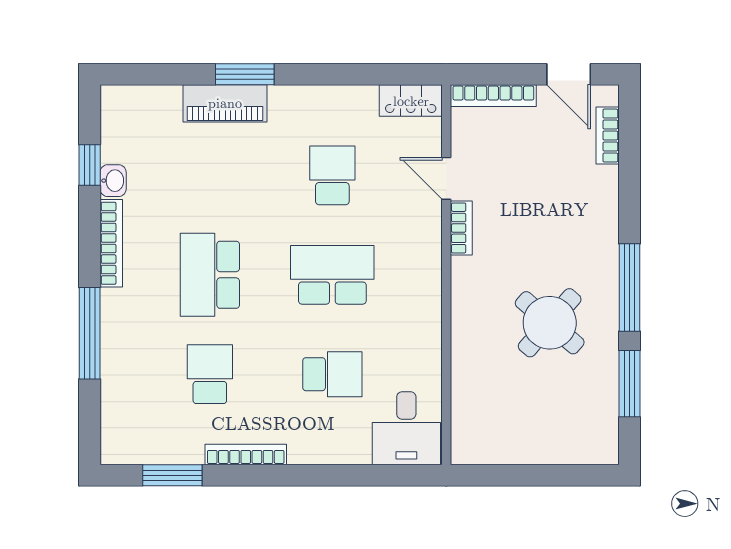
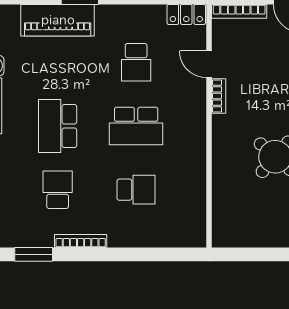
piano: (225, 103) -> (58, 20), width x1.37, depth x1.33
school desk: (332, 175) -> (136, 62), turned 180
school desk: (332, 275) -> (136, 126), turned 180
desk: (406, 428) -> (183, 224), removed

